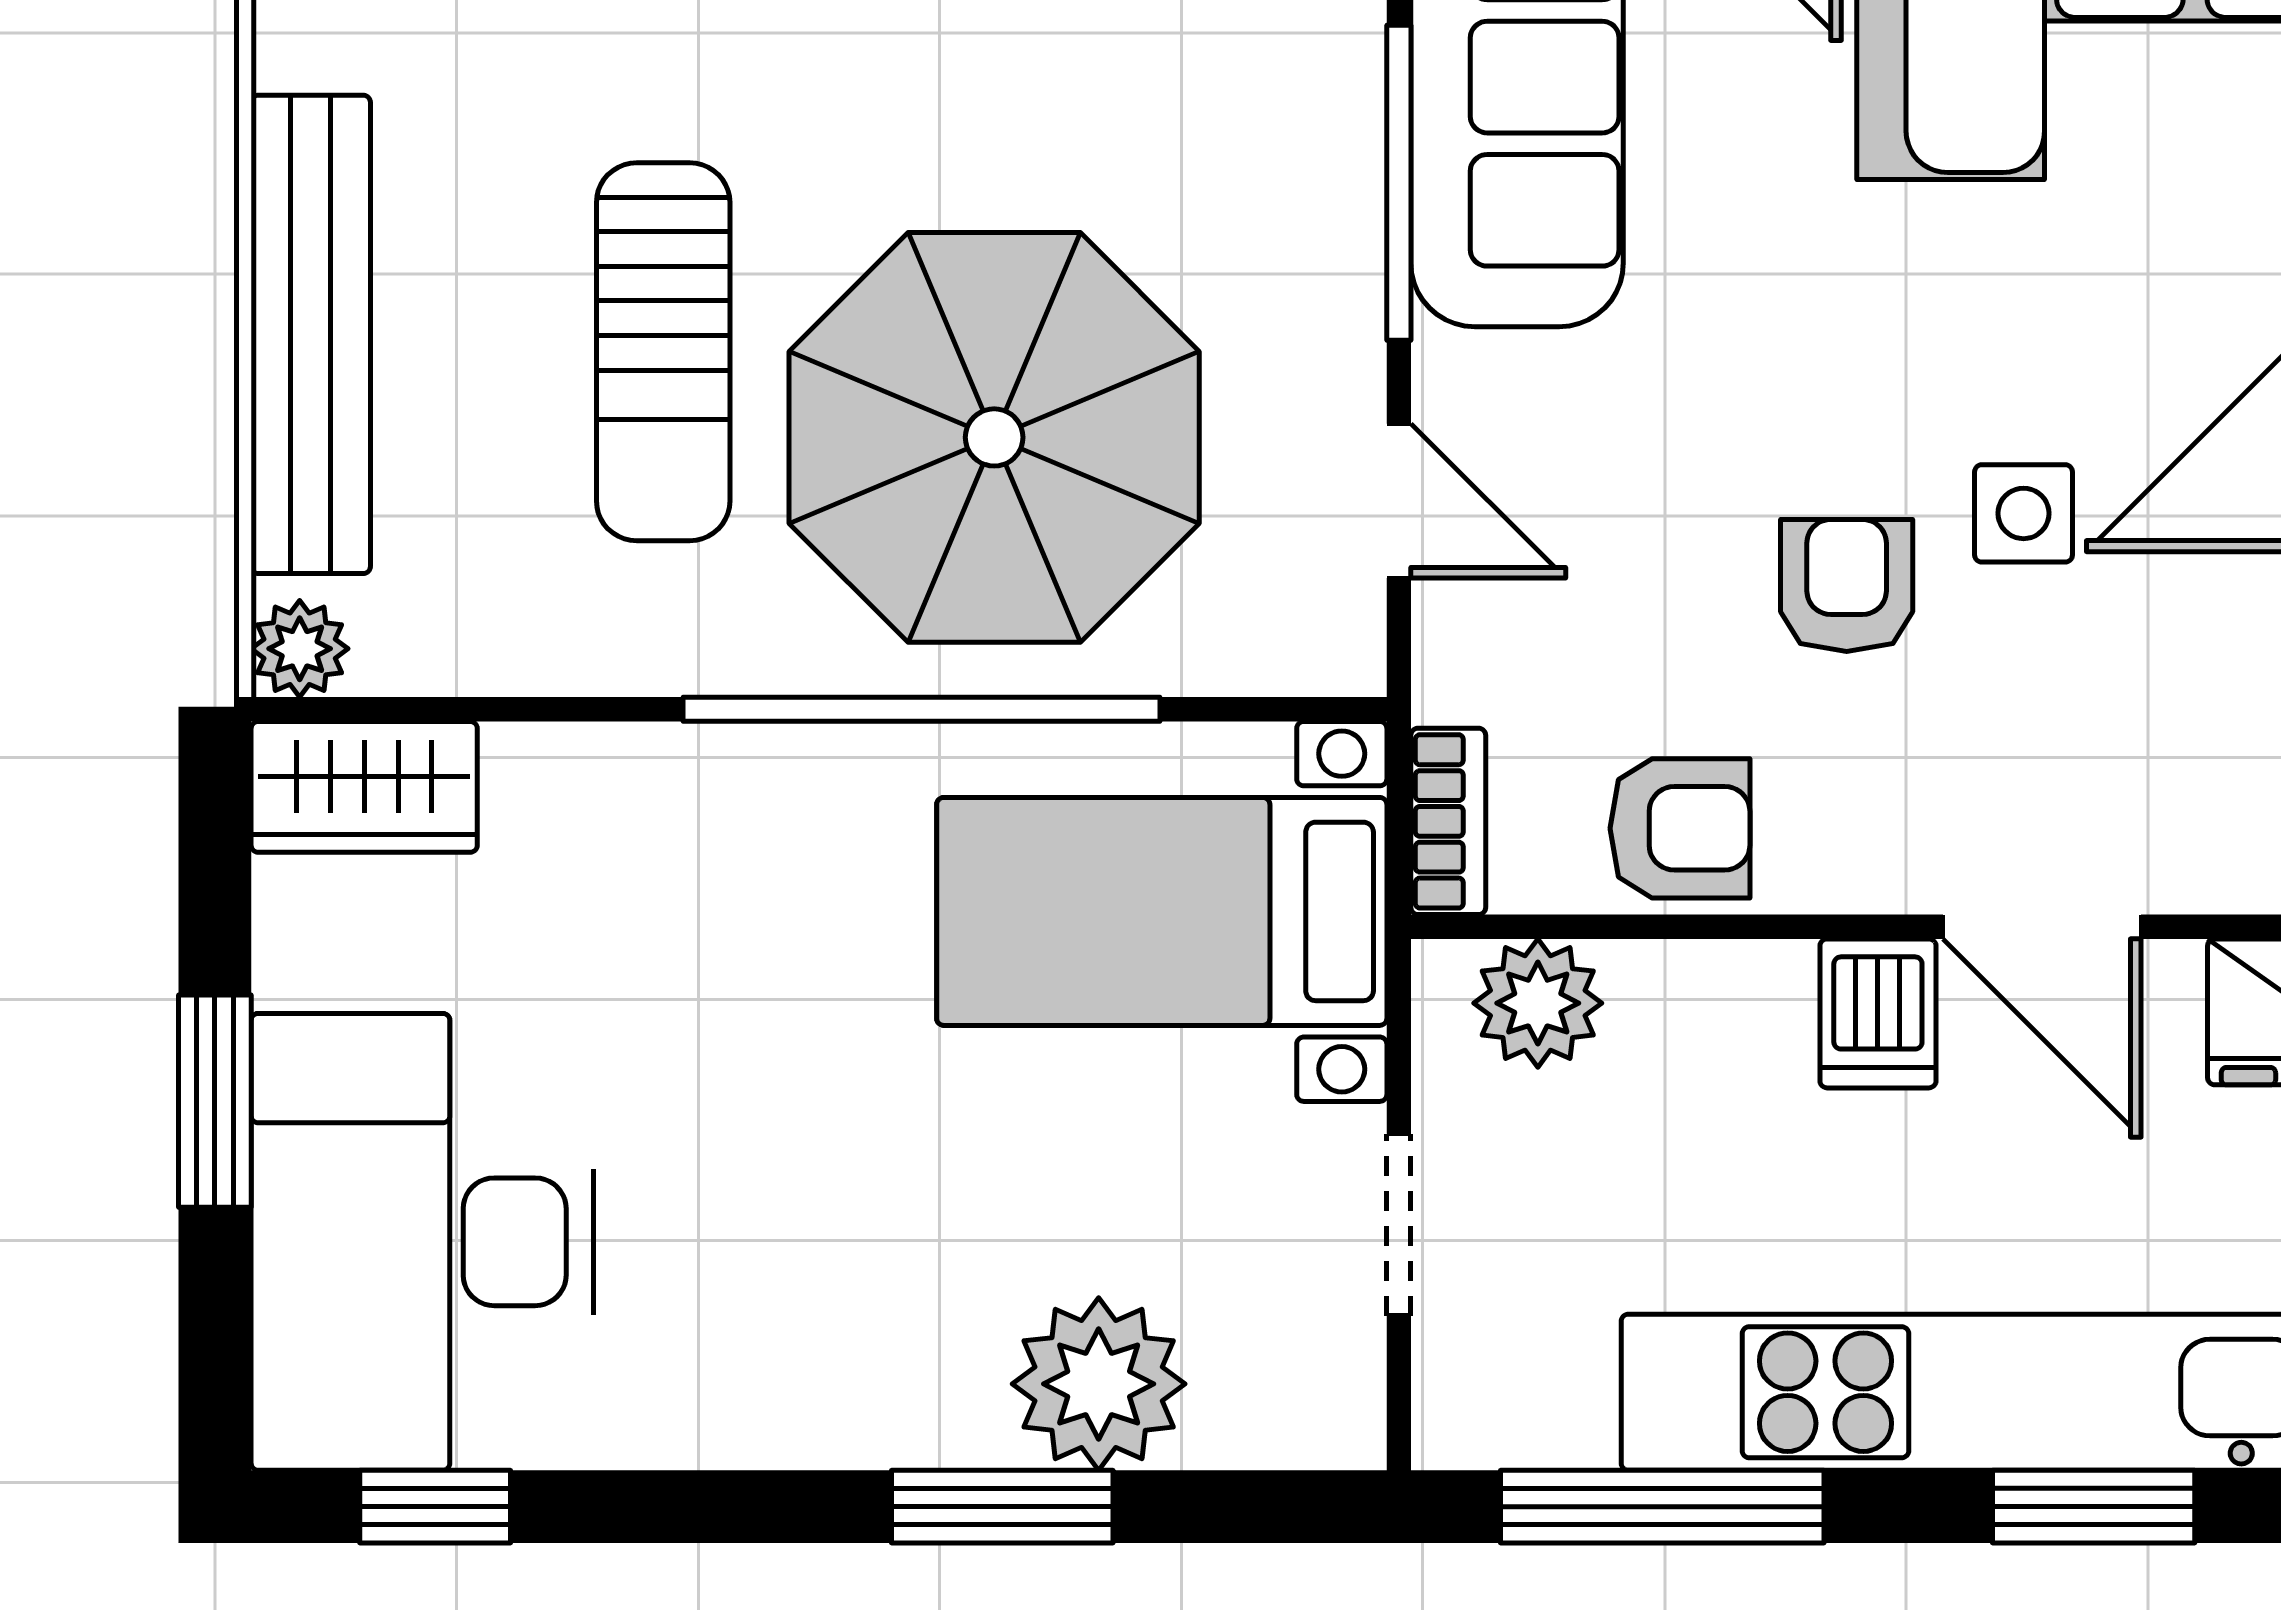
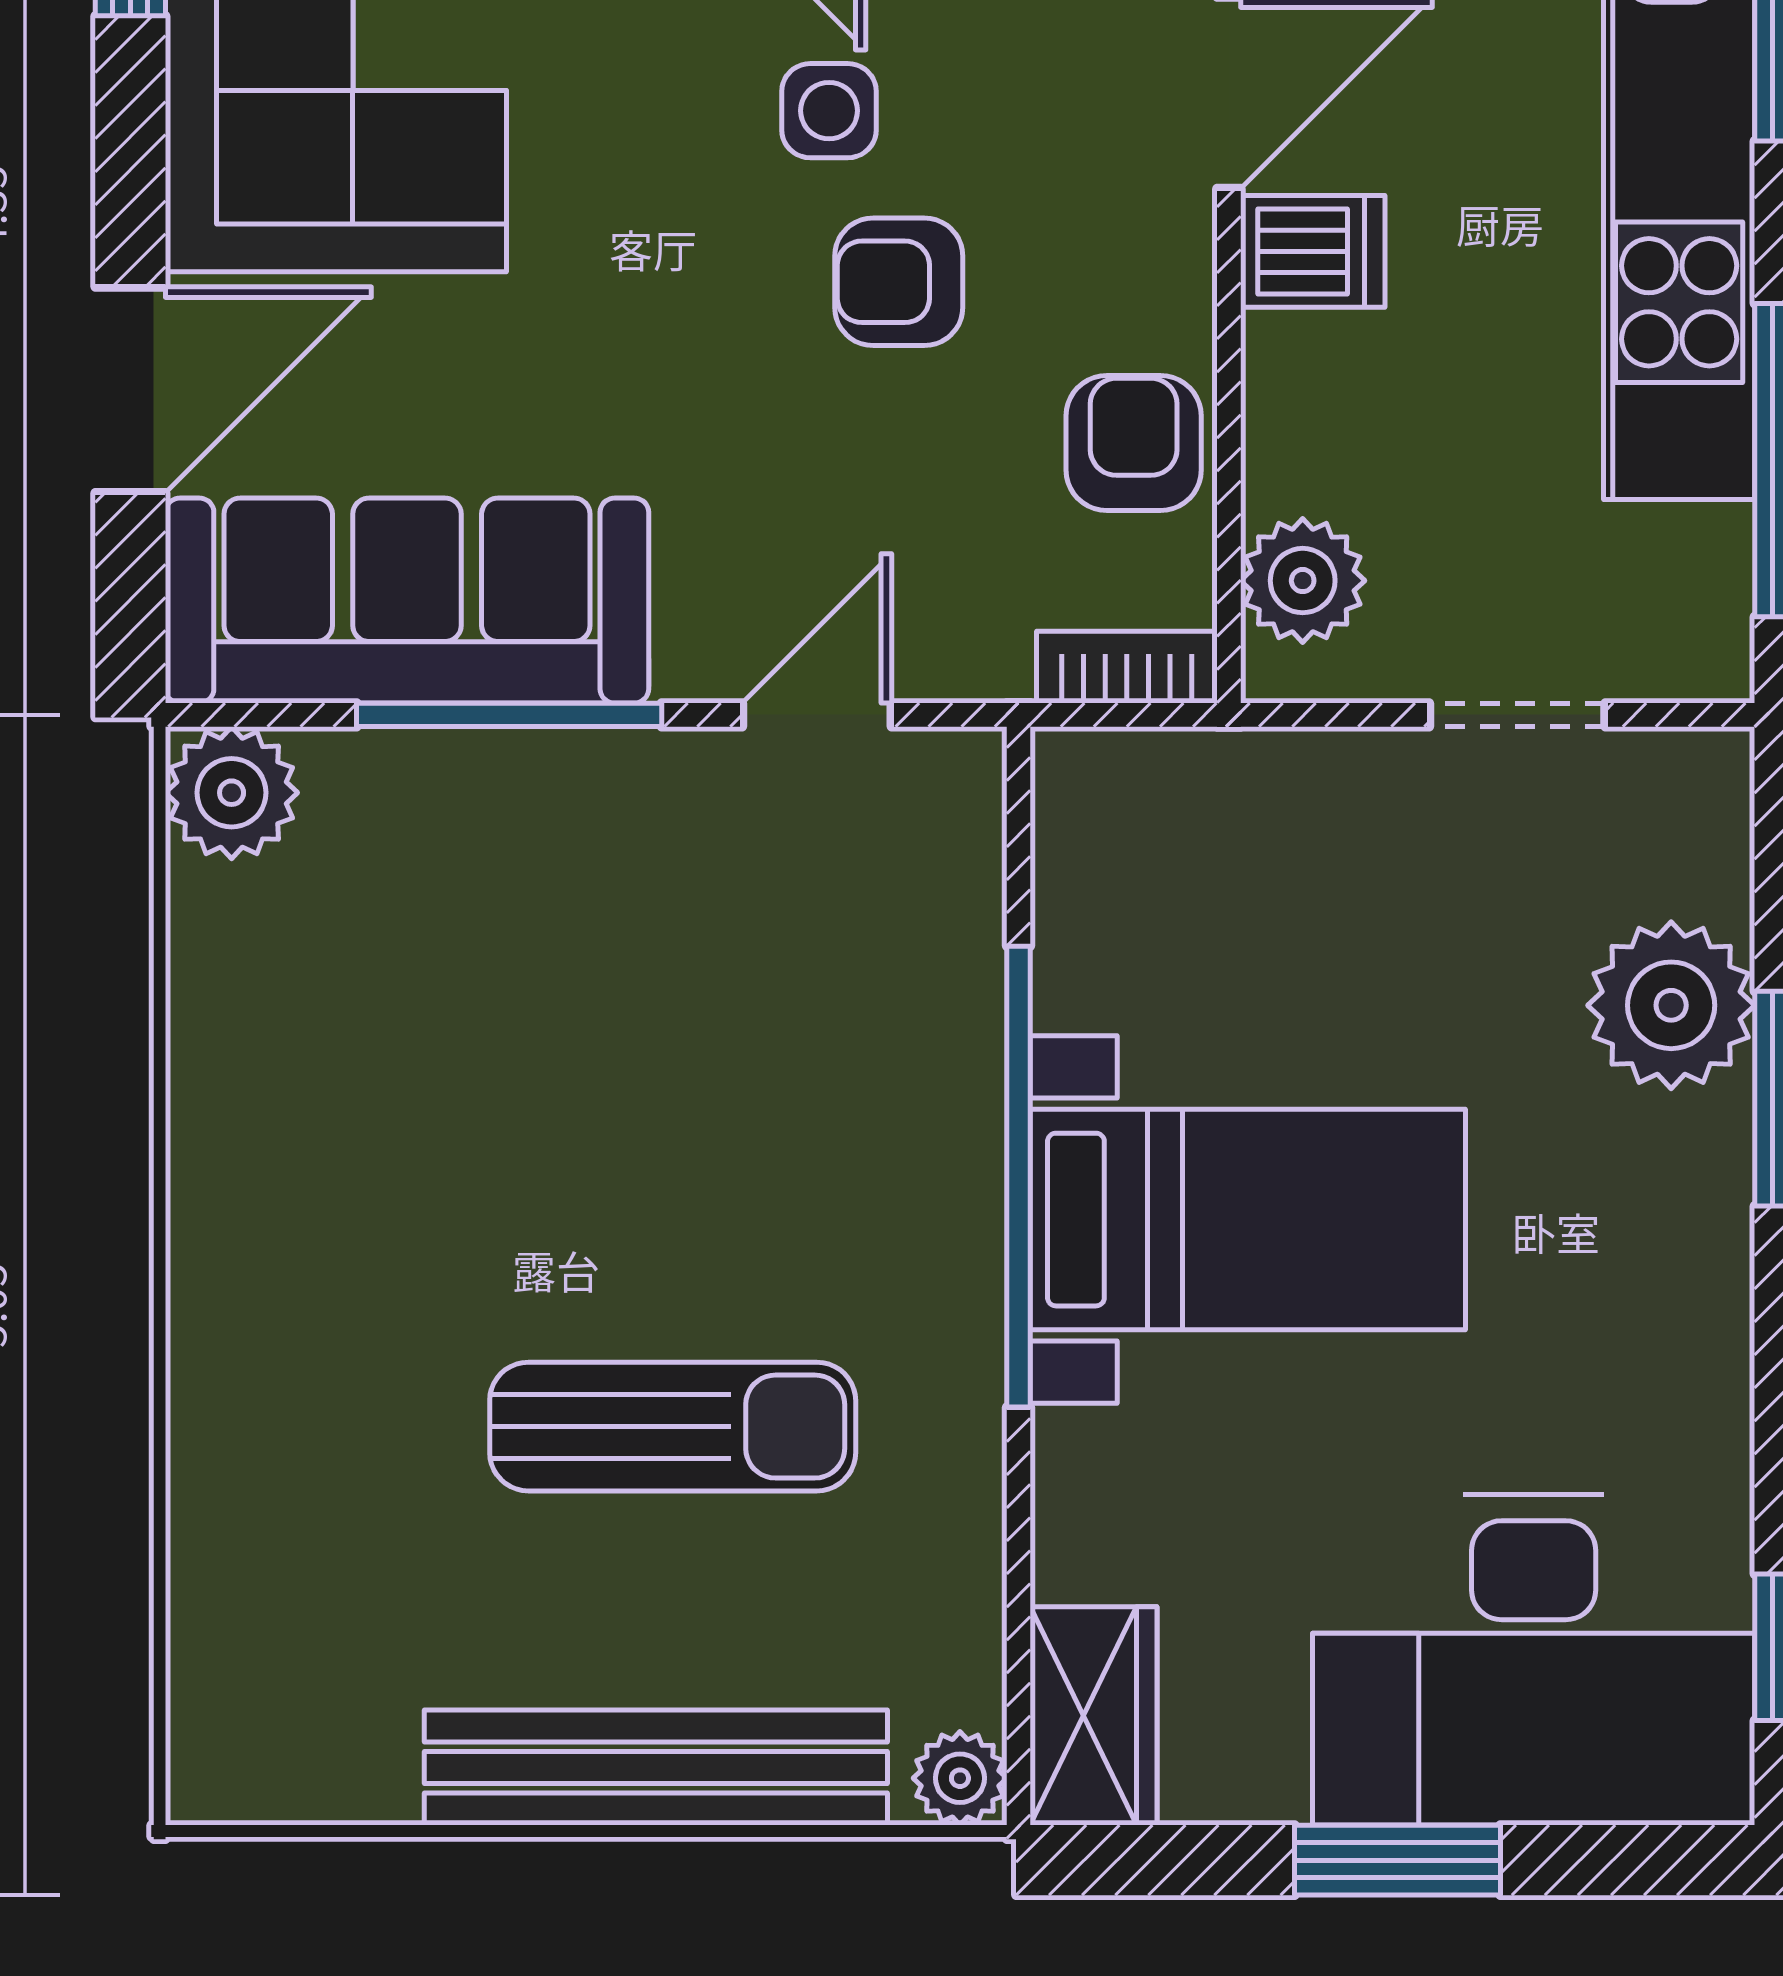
parasol: (994, 437) -> (756, 1106), removed
bed with nightstands: (1162, 911) -> (1248, 1220), moved, turned -90

